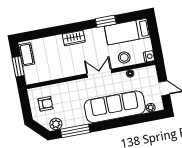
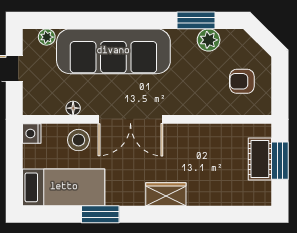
cot: (27, 54) -> (260, 159), moved
double door: (99, 73) -> (130, 119), width x1.37
plant: (56, 124) -> (209, 40), moved
window: (75, 131) -> (196, 20), width x0.69

